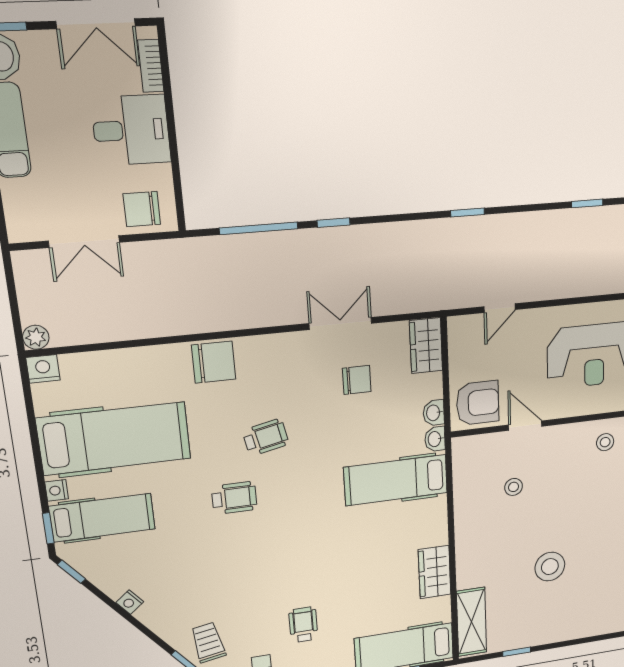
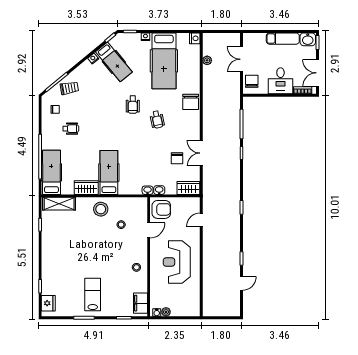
door: (500, 308) -> (201, 220), hinge flipped
double door: (340, 323) -> (201, 153), swing flipped
plant: (36, 337) -> (207, 60), moved
armchair: (478, 403) -> (161, 209), turned -90
hospital bed: (396, 480) -> (109, 172), moved
hospital bed: (102, 518) -> (114, 62), moved, turned -40
stool: (550, 567) -> (101, 209), moved

